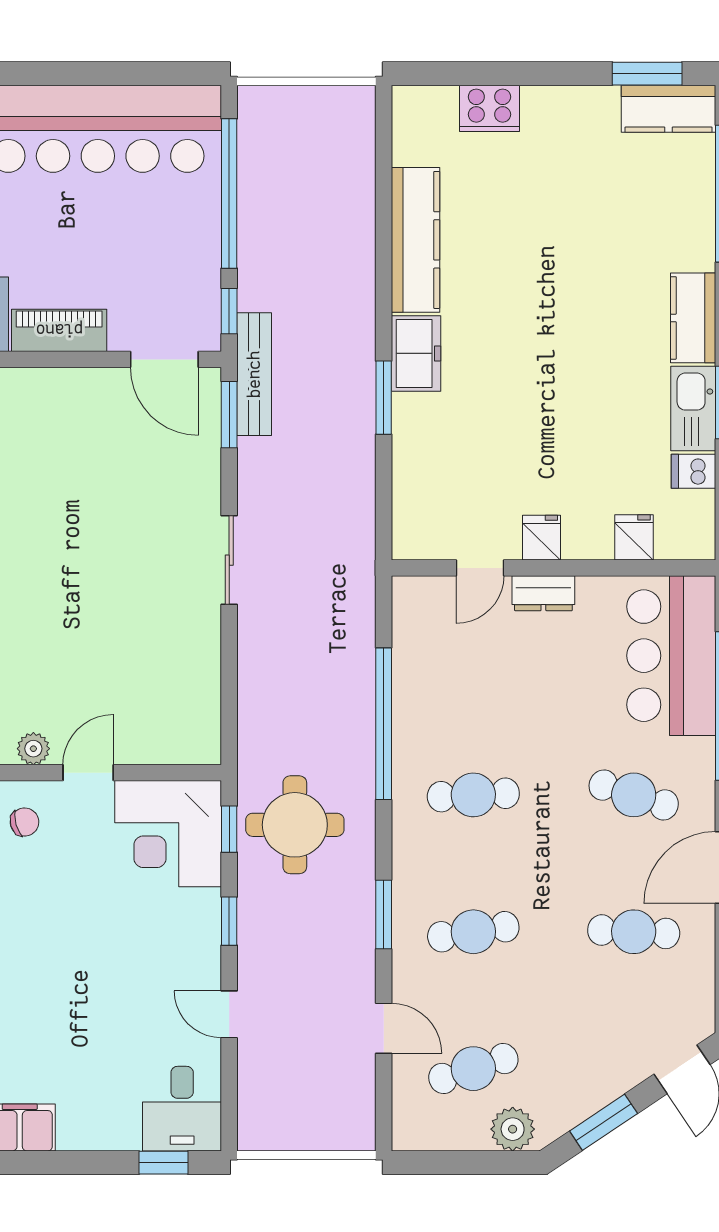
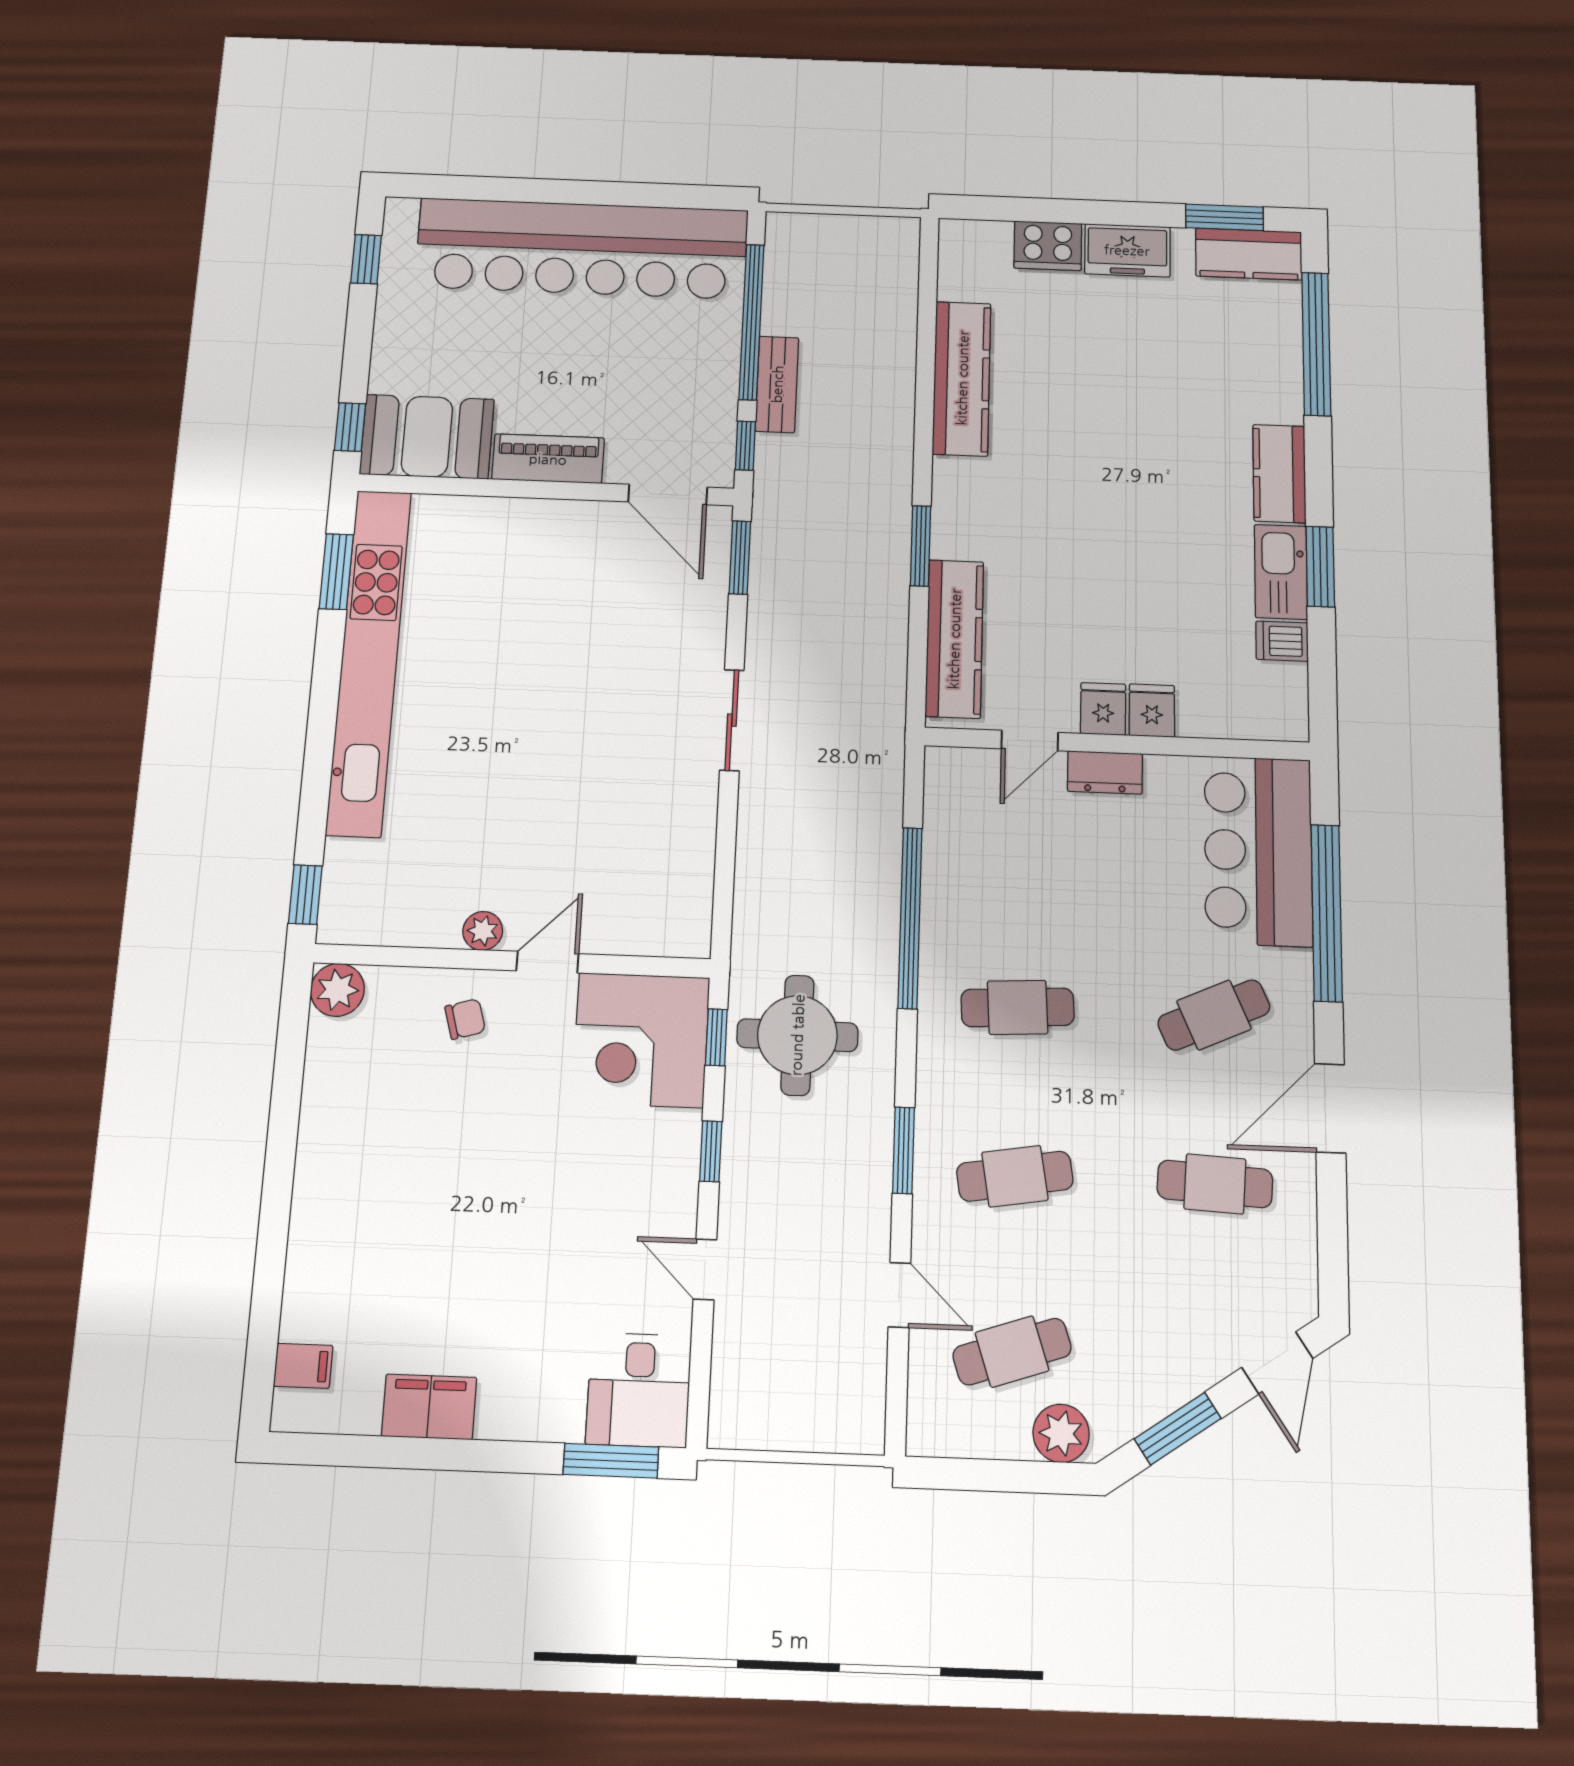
freezer: (416, 353) -> (1127, 250), moved, turned 90
bench: (254, 374) -> (777, 384), moved, width x0.73
kitchen counter: (415, 480) -> (954, 639), added
fridge: (634, 537) -> (1152, 711), moved
cafe table: (634, 795) -> (1214, 1015), turned -42
window: (164, 1163) -> (611, 1461), width x1.50

